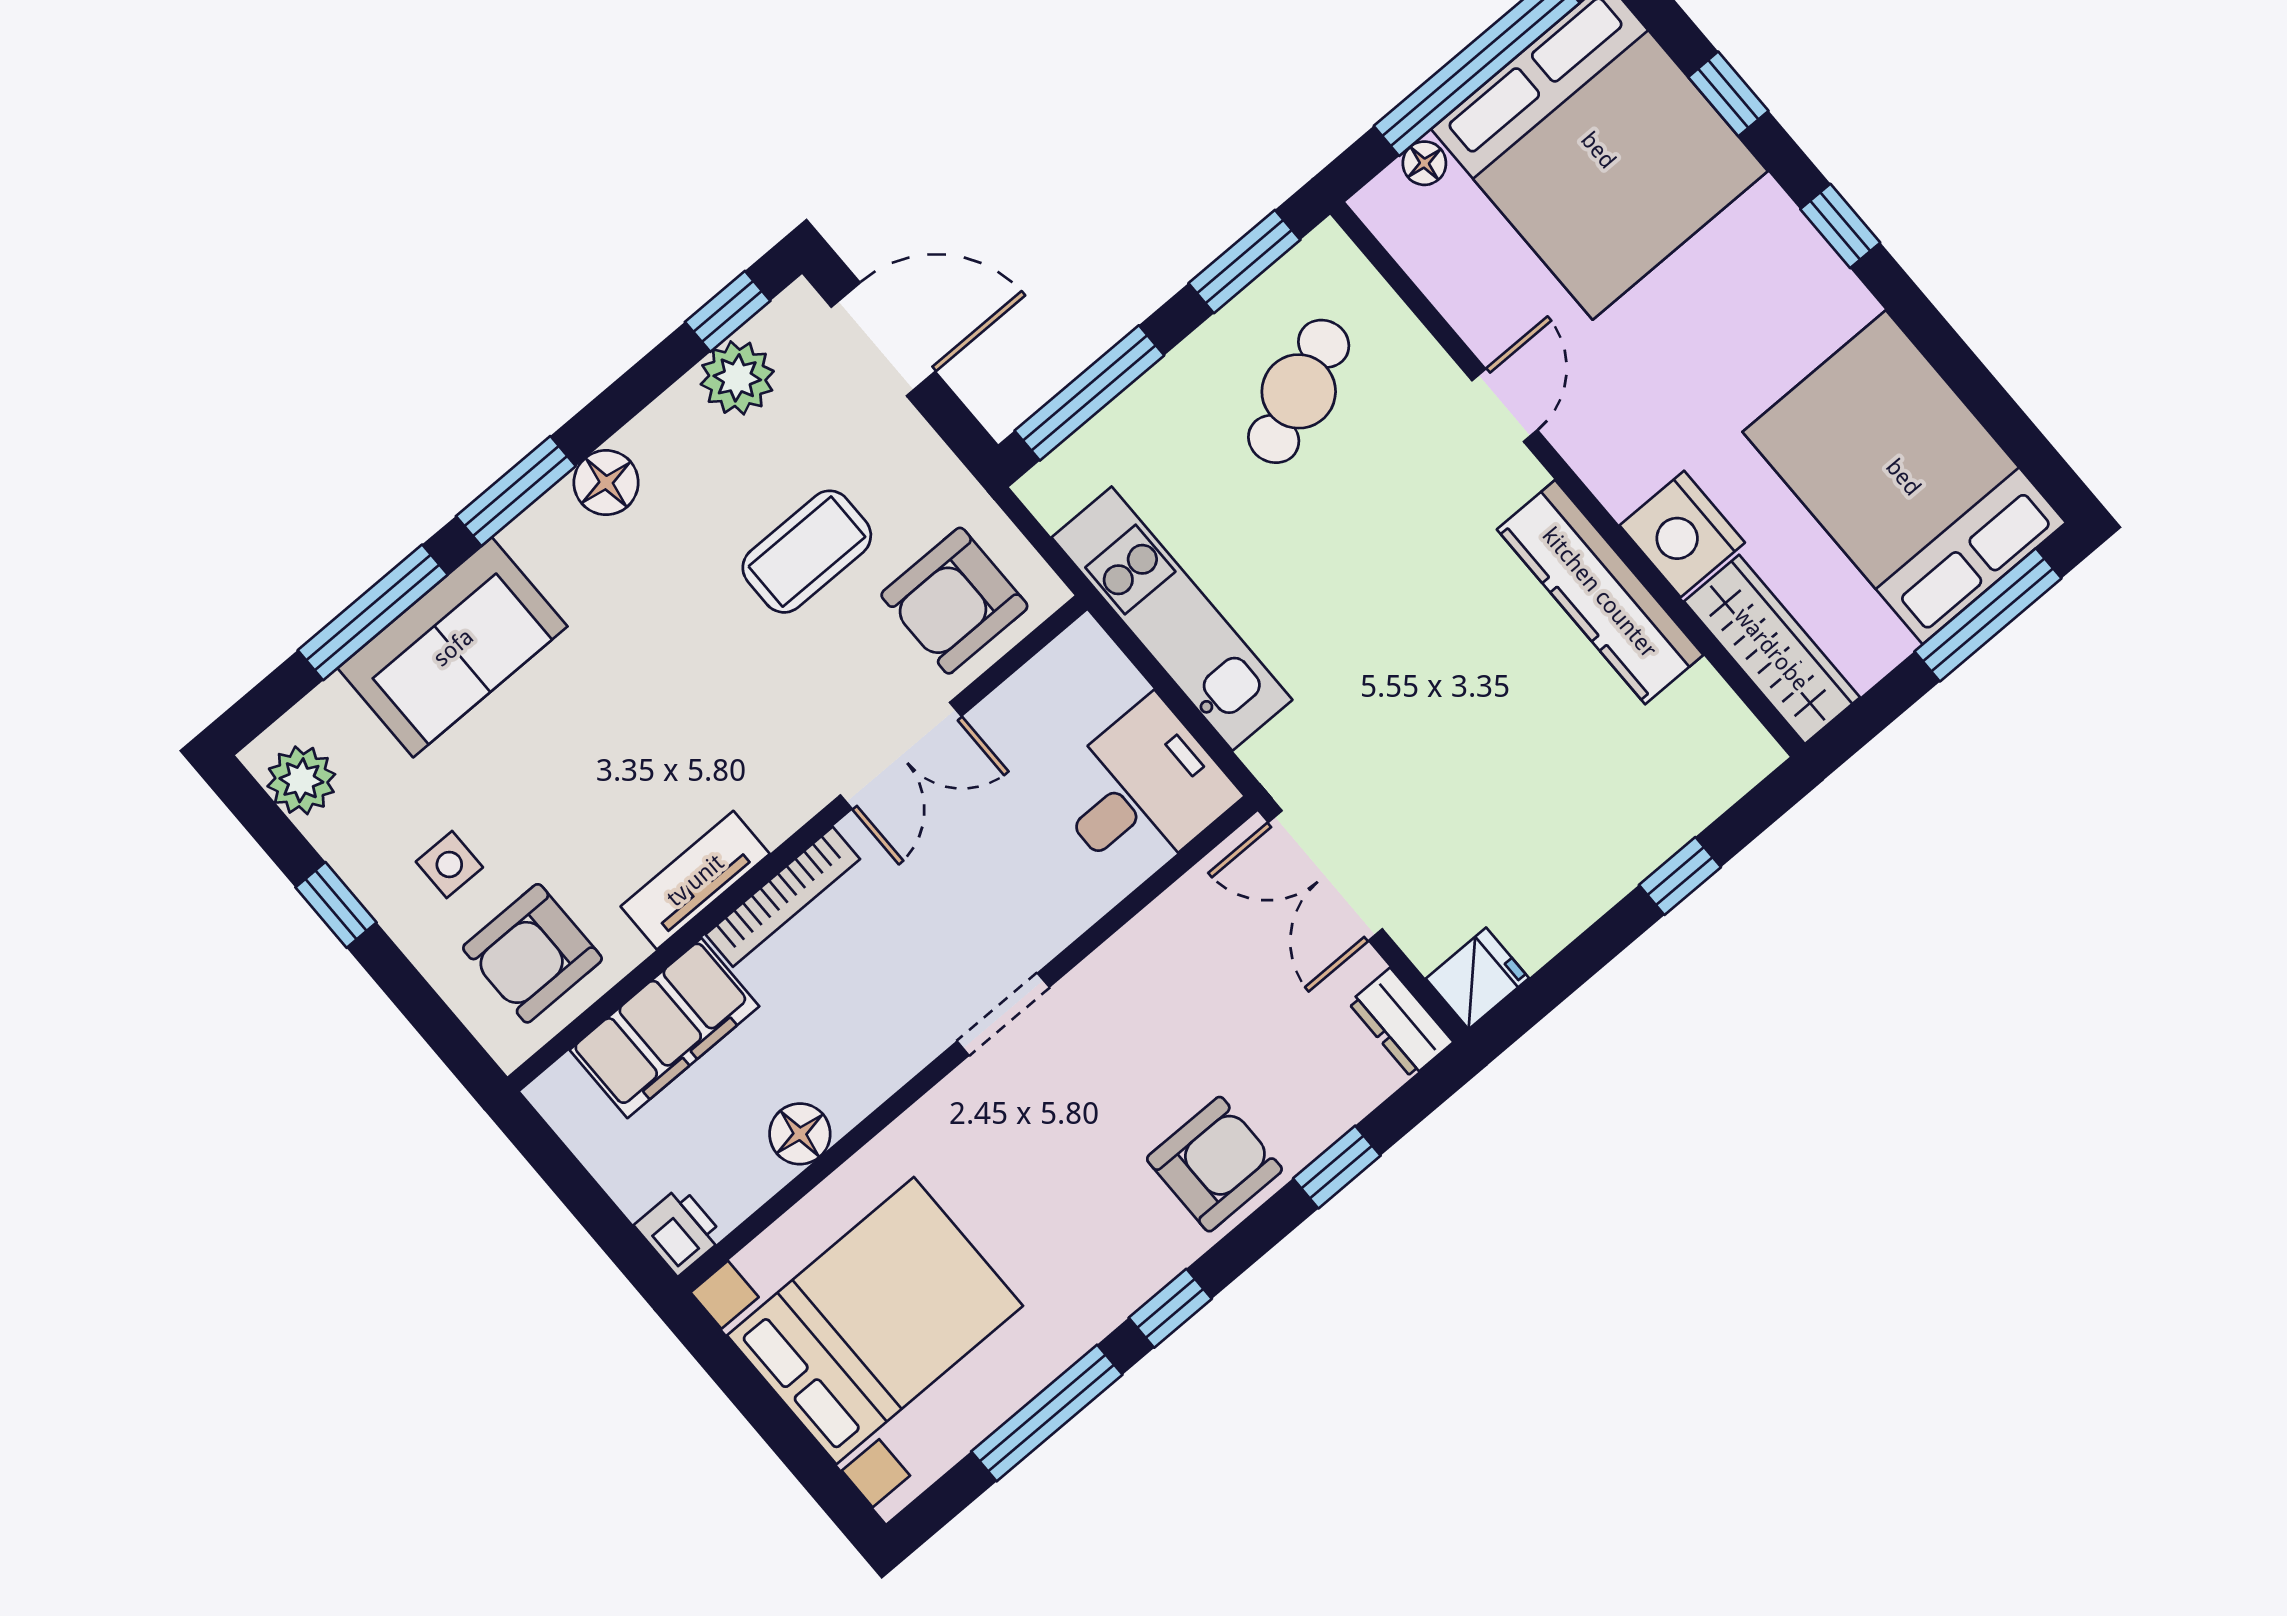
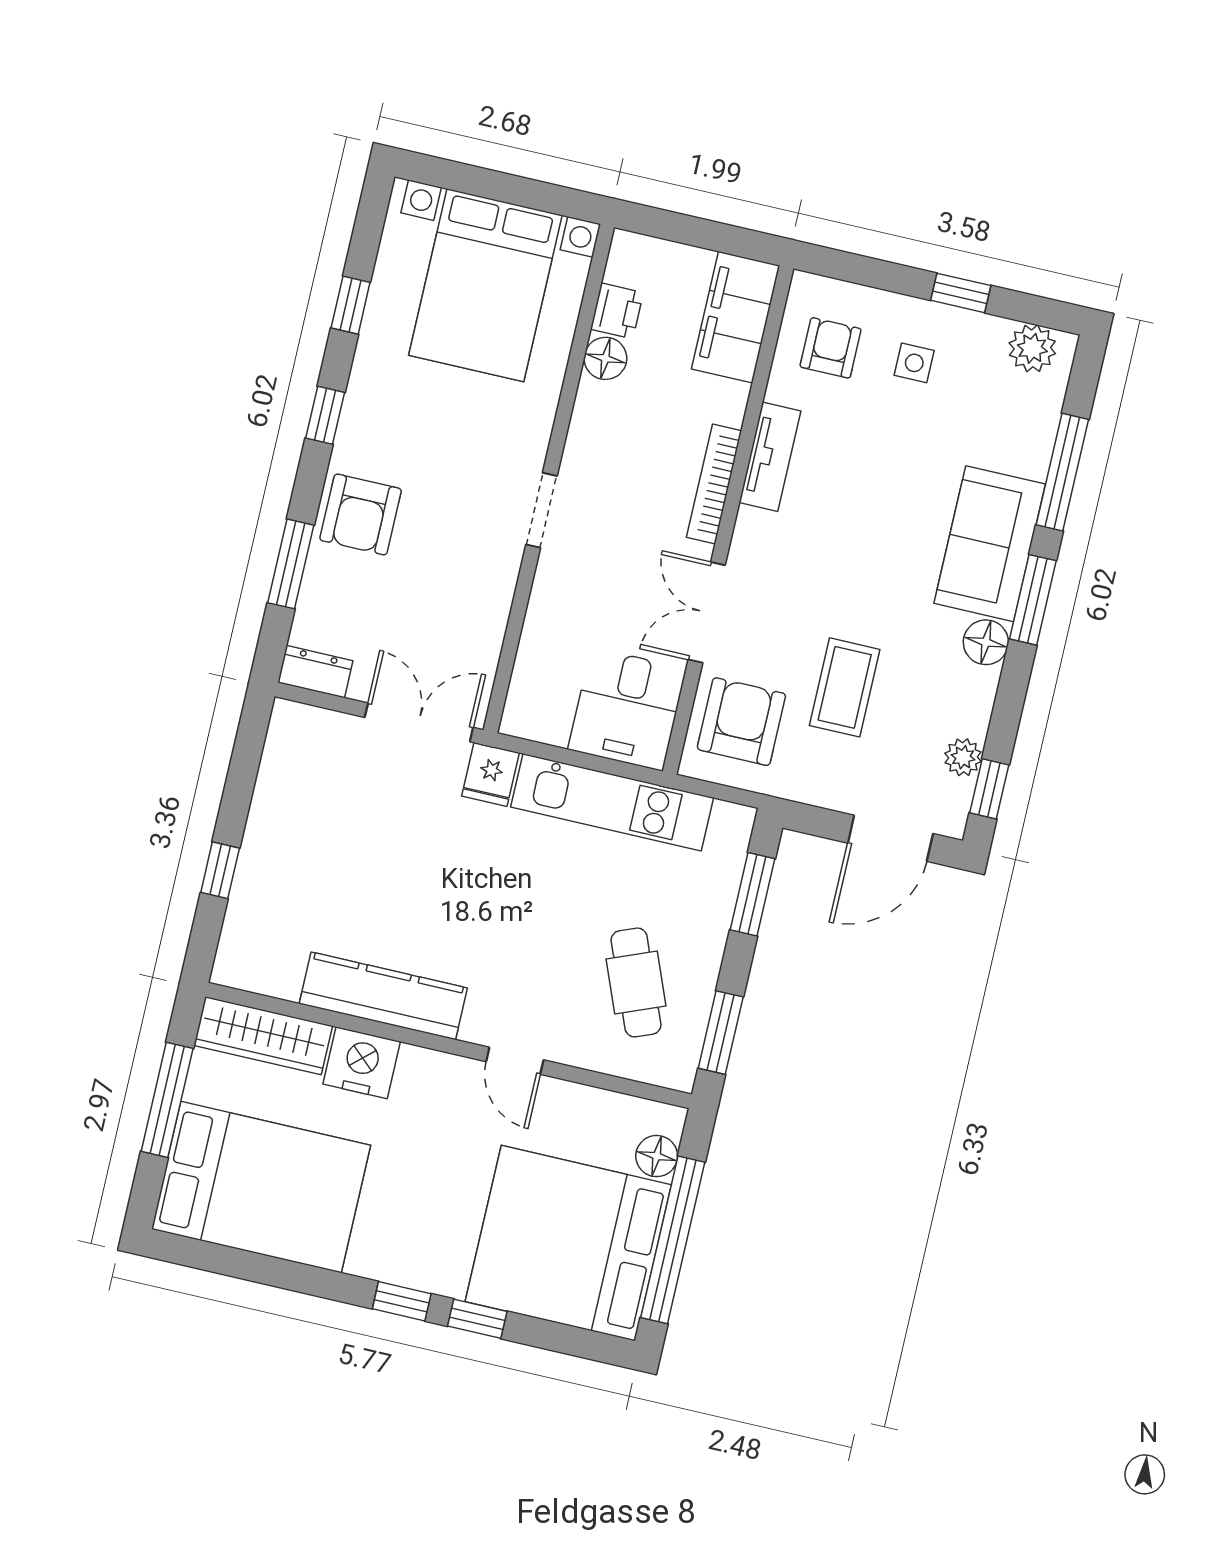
window: (1728, 94) -> (477, 1319), moved
floor lamp: (1424, 163) -> (657, 1156), width x1.37, depth x1.37
plant: (737, 378) -> (963, 757), width x0.73, depth x0.73
window: (1089, 393) -> (753, 894), width x0.69
window: (1988, 615) -> (167, 1100), moved
sofa: (453, 647) -> (990, 544), moved
desk: (1142, 792) -> (627, 709), moved
armchair: (532, 953) -> (831, 348), width x0.72, depth x0.72
fridge: (1477, 978) -> (491, 774), moved
filing cabinet: (664, 1028) -> (736, 317), moved
window: (1337, 1167) -> (291, 564), width x1.50
printer: (679, 1231) -> (617, 311), moved, turned -90
window: (1047, 1413) -> (351, 305), width x0.46

